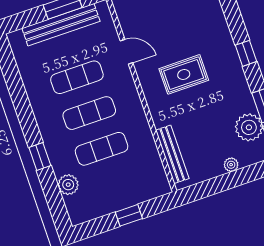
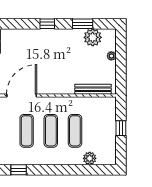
door: (127, 52) -> (22, 96), width x1.88
rug: (184, 74) -> (47, 66), removed
window: (40, 156) -> (19, 170), moved

